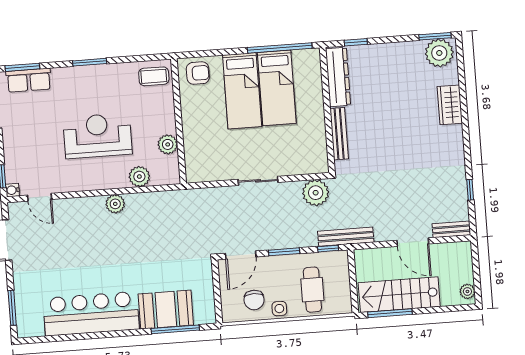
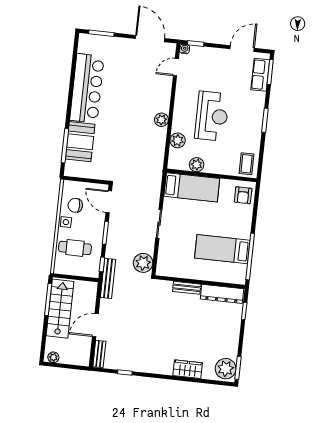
bed: (242, 91) -> (192, 187), moved, turned 180
bench: (339, 134) -> (187, 288), width x0.73

